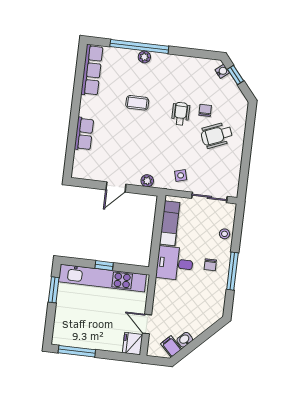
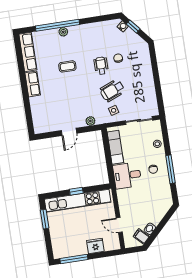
row of seats: (84, 134) -> (33, 84), moved
wheelchair: (217, 135) -> (112, 90), moved
fridge: (133, 344) -> (95, 246), moved, turned 90

